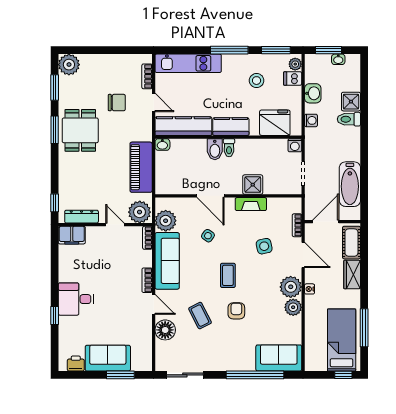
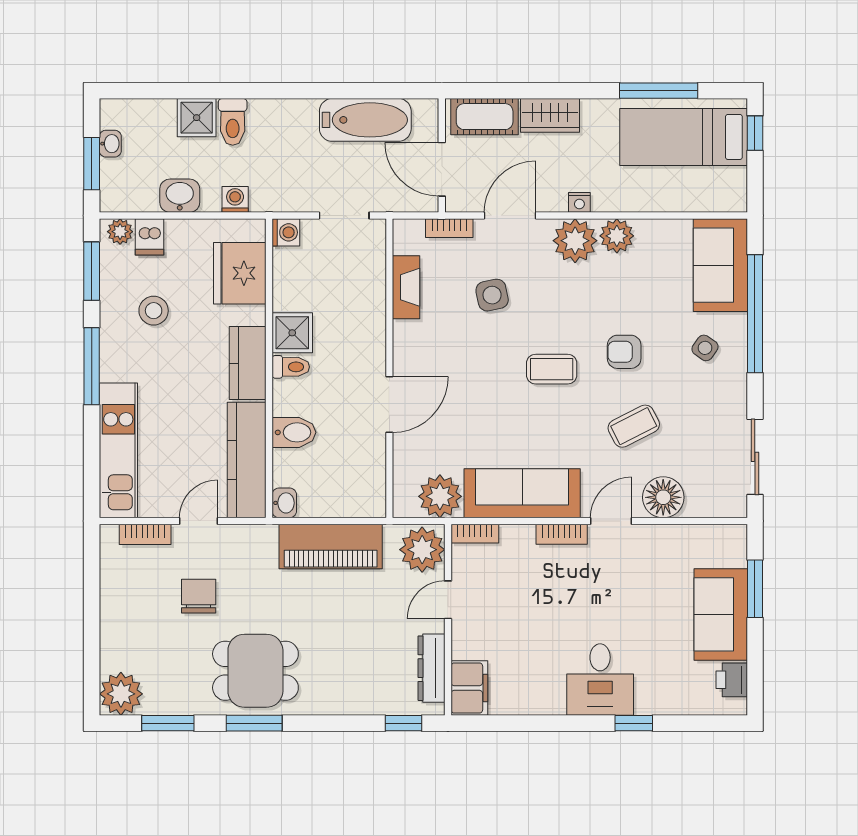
bidet: (215, 149) -> (294, 432), moved
shower: (253, 185) -> (292, 333), moved
fireplace: (251, 204) -> (406, 287), moved
side table: (208, 236) -> (705, 348), moved

